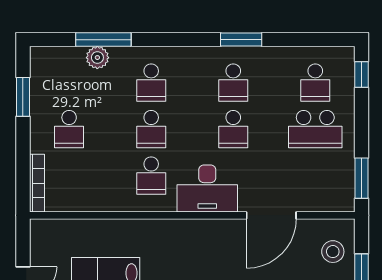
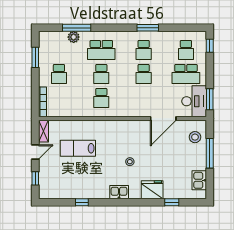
school desk: (151, 83) -> (101, 50), width x1.85
desk: (207, 188) -> (194, 101), moved, turned -90
shelving: (39, 240) -> (44, 131), added

